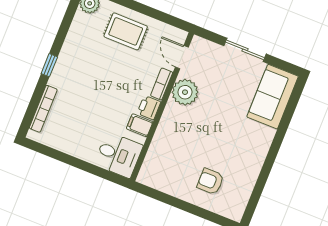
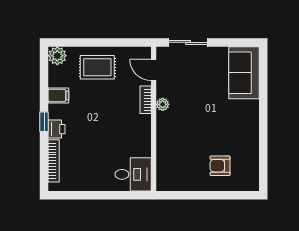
sliding door: (245, 50) -> (188, 42), moved
plant: (185, 92) -> (163, 104), width x0.53, depth x0.53
printer: (149, 108) -> (56, 129), moved, turned 180
filing cabinet: (140, 125) -> (58, 96), moved, turned 180

